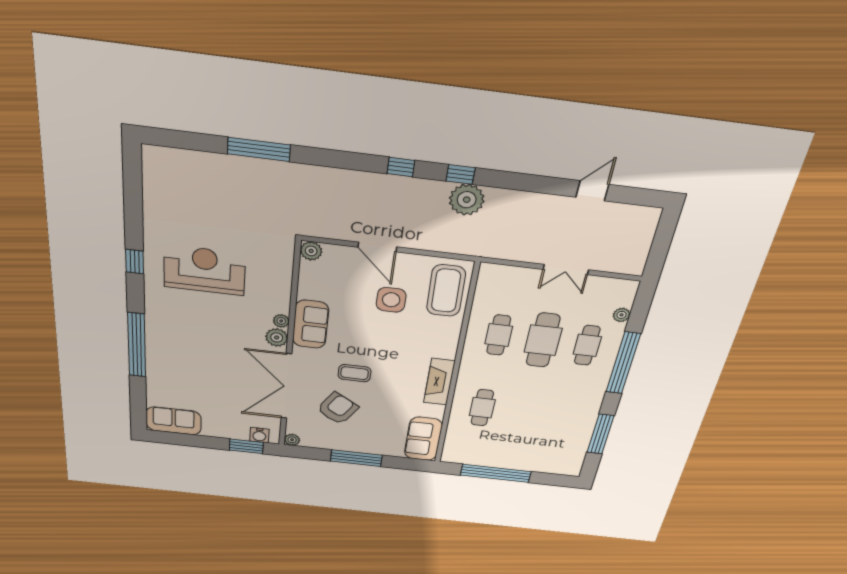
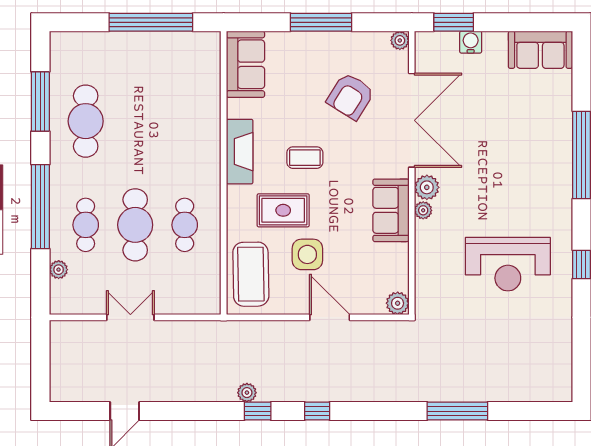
plant: (467, 200) -> (247, 393), width x0.53, depth x0.53
rug: (408, 336) -> (283, 210), added
coffee table: (355, 373) -> (305, 158), moved
cafe table: (482, 408) -> (86, 121), moved, width x1.37, depth x1.35
water cooler: (259, 435) -> (471, 42), moved

